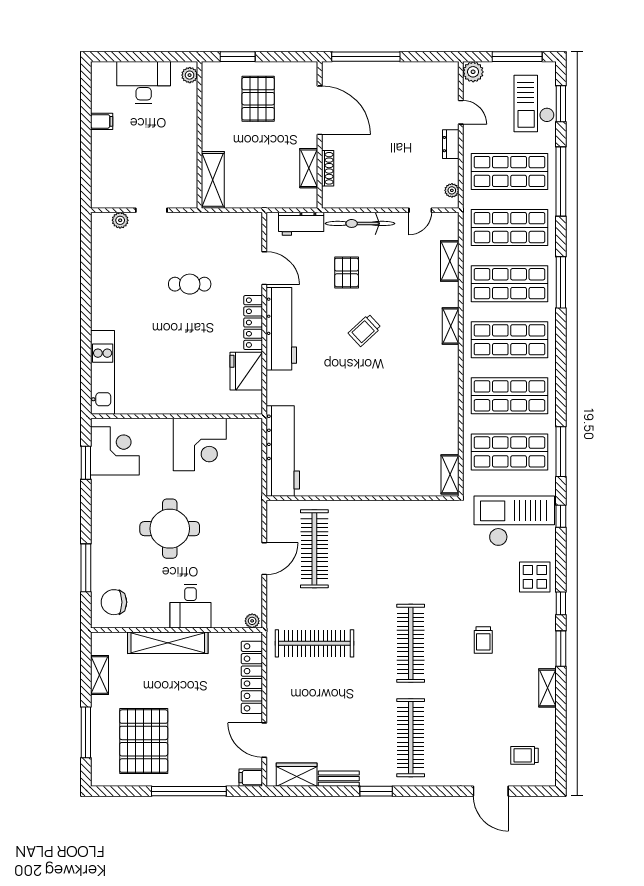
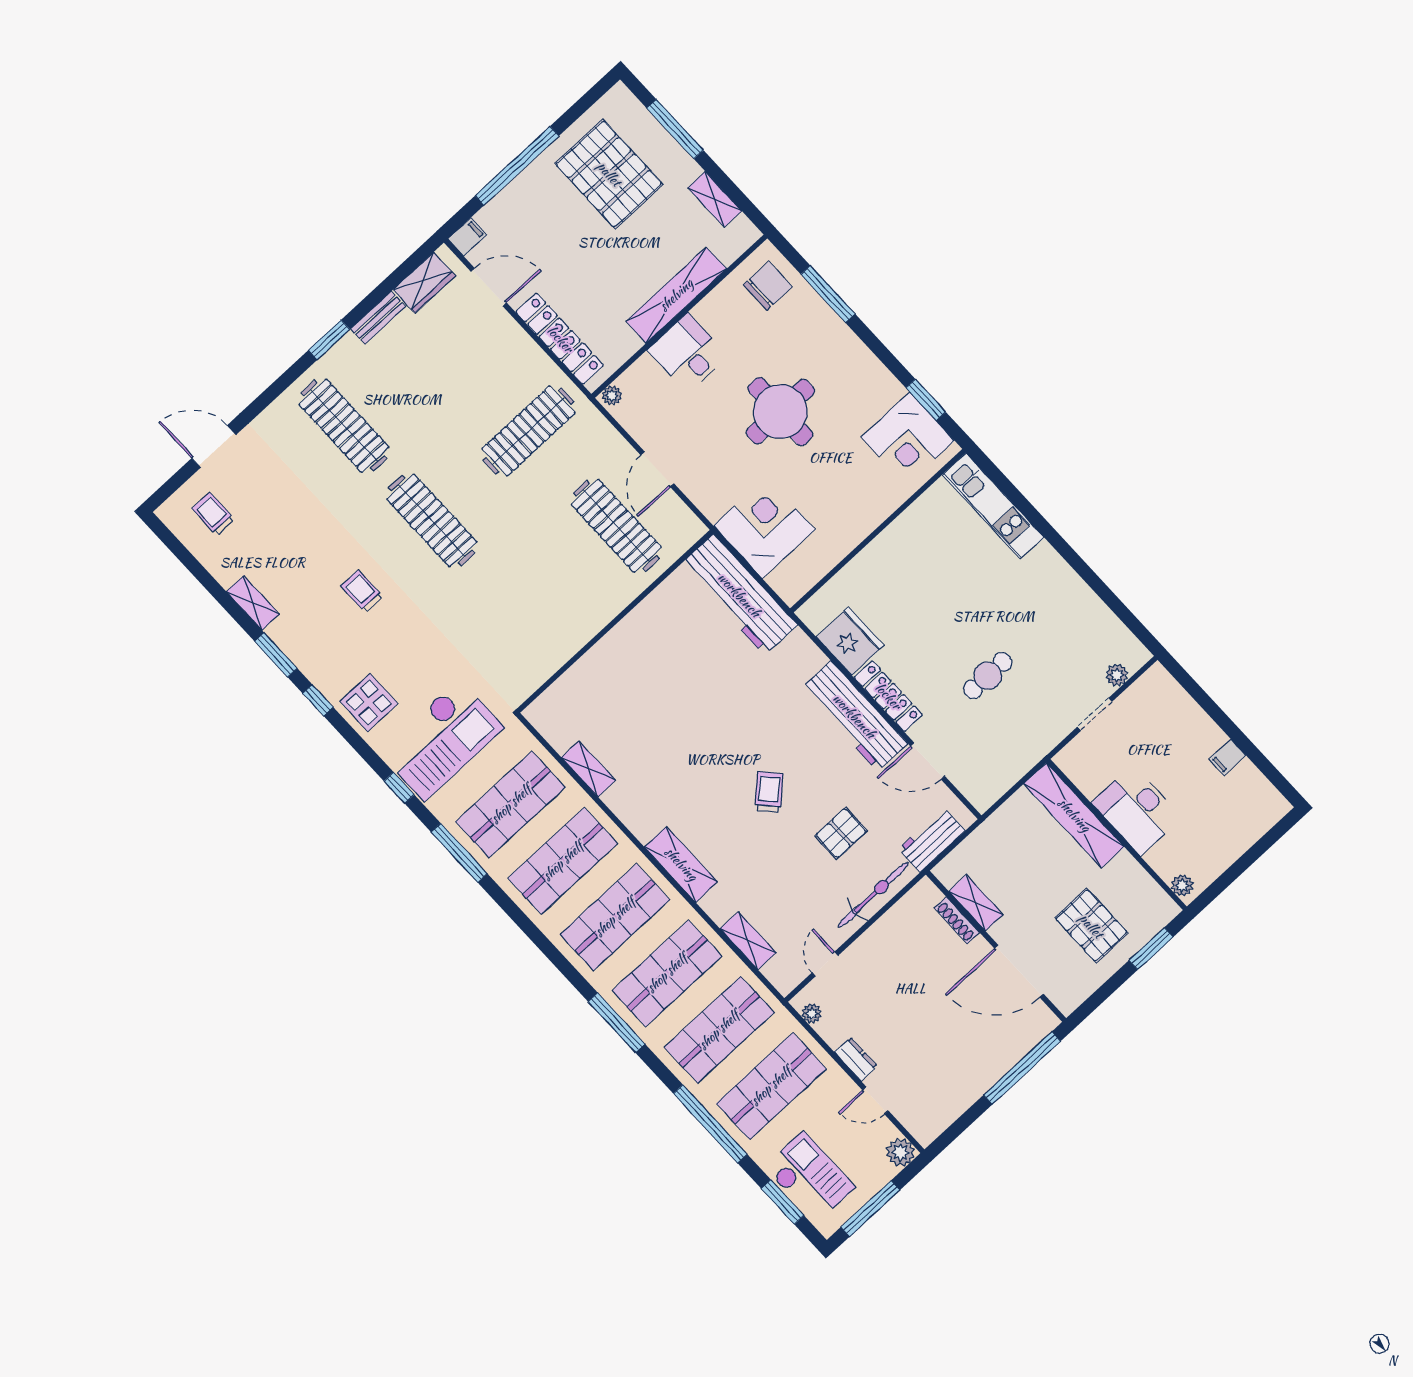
desk: (144, 82) -> (1137, 810), moved, turned 90
shelving: (213, 180) -> (1074, 815), width x1.47
pallet: (347, 272) -> (841, 833), turned 90
shelving: (451, 326) -> (681, 864), width x1.50, depth x1.33
corner desk: (200, 445) -> (764, 528), moved, turned 90
shelving: (450, 474) -> (588, 769), moved
trolley: (525, 755) -> (213, 514), turned -90

